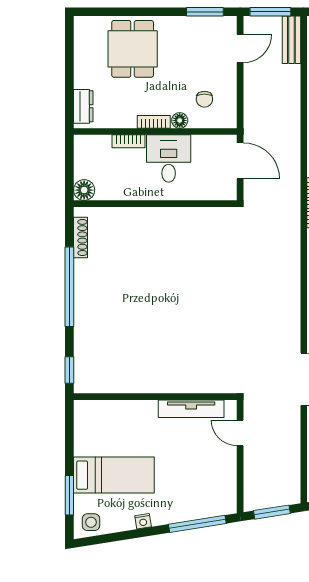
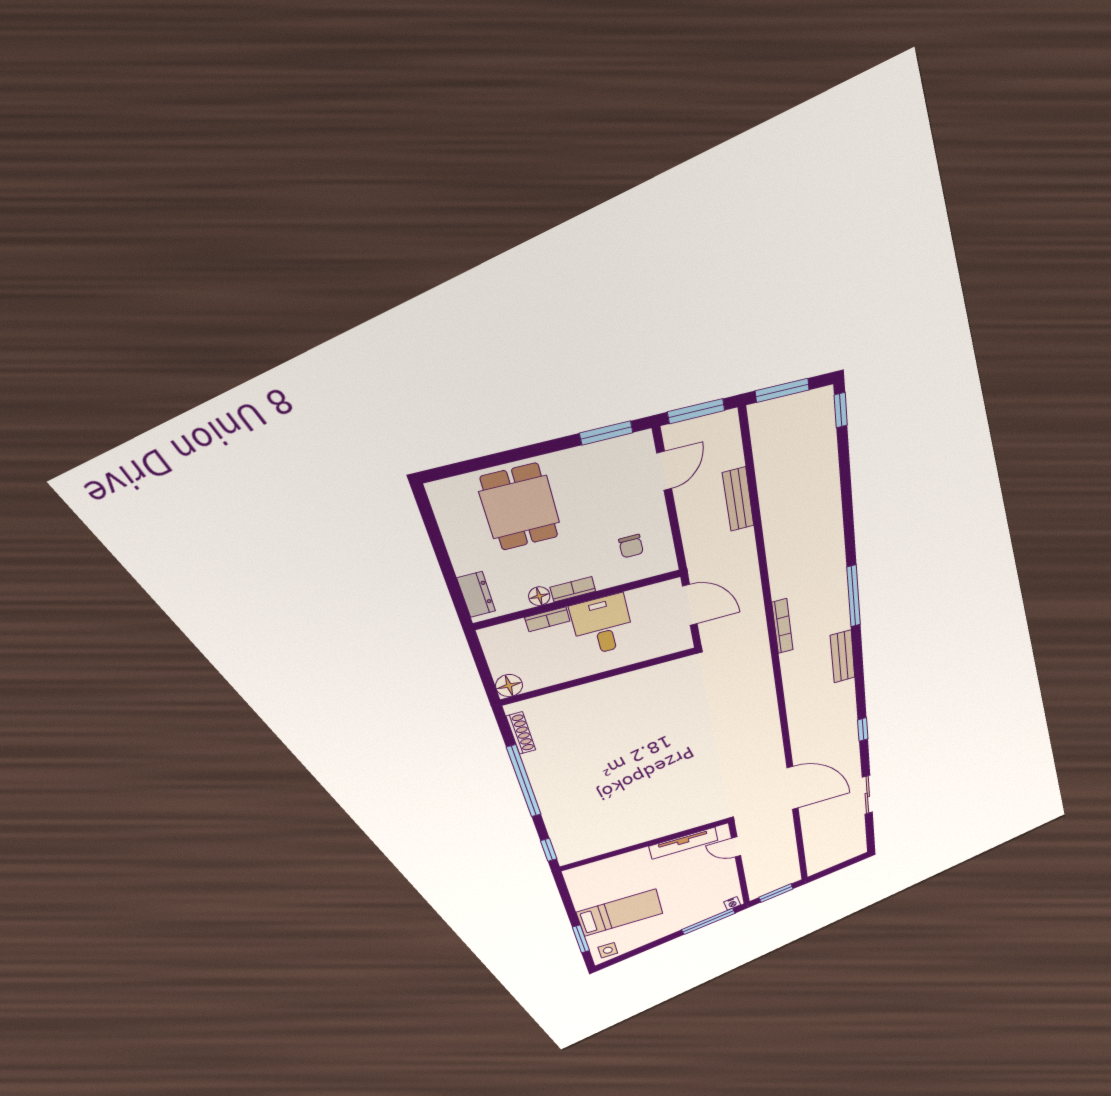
bench: (291, 40) -> (738, 499), moved
floor lamp: (180, 120) -> (539, 596), moved
nightstand: (143, 521) -> (732, 903), moved

